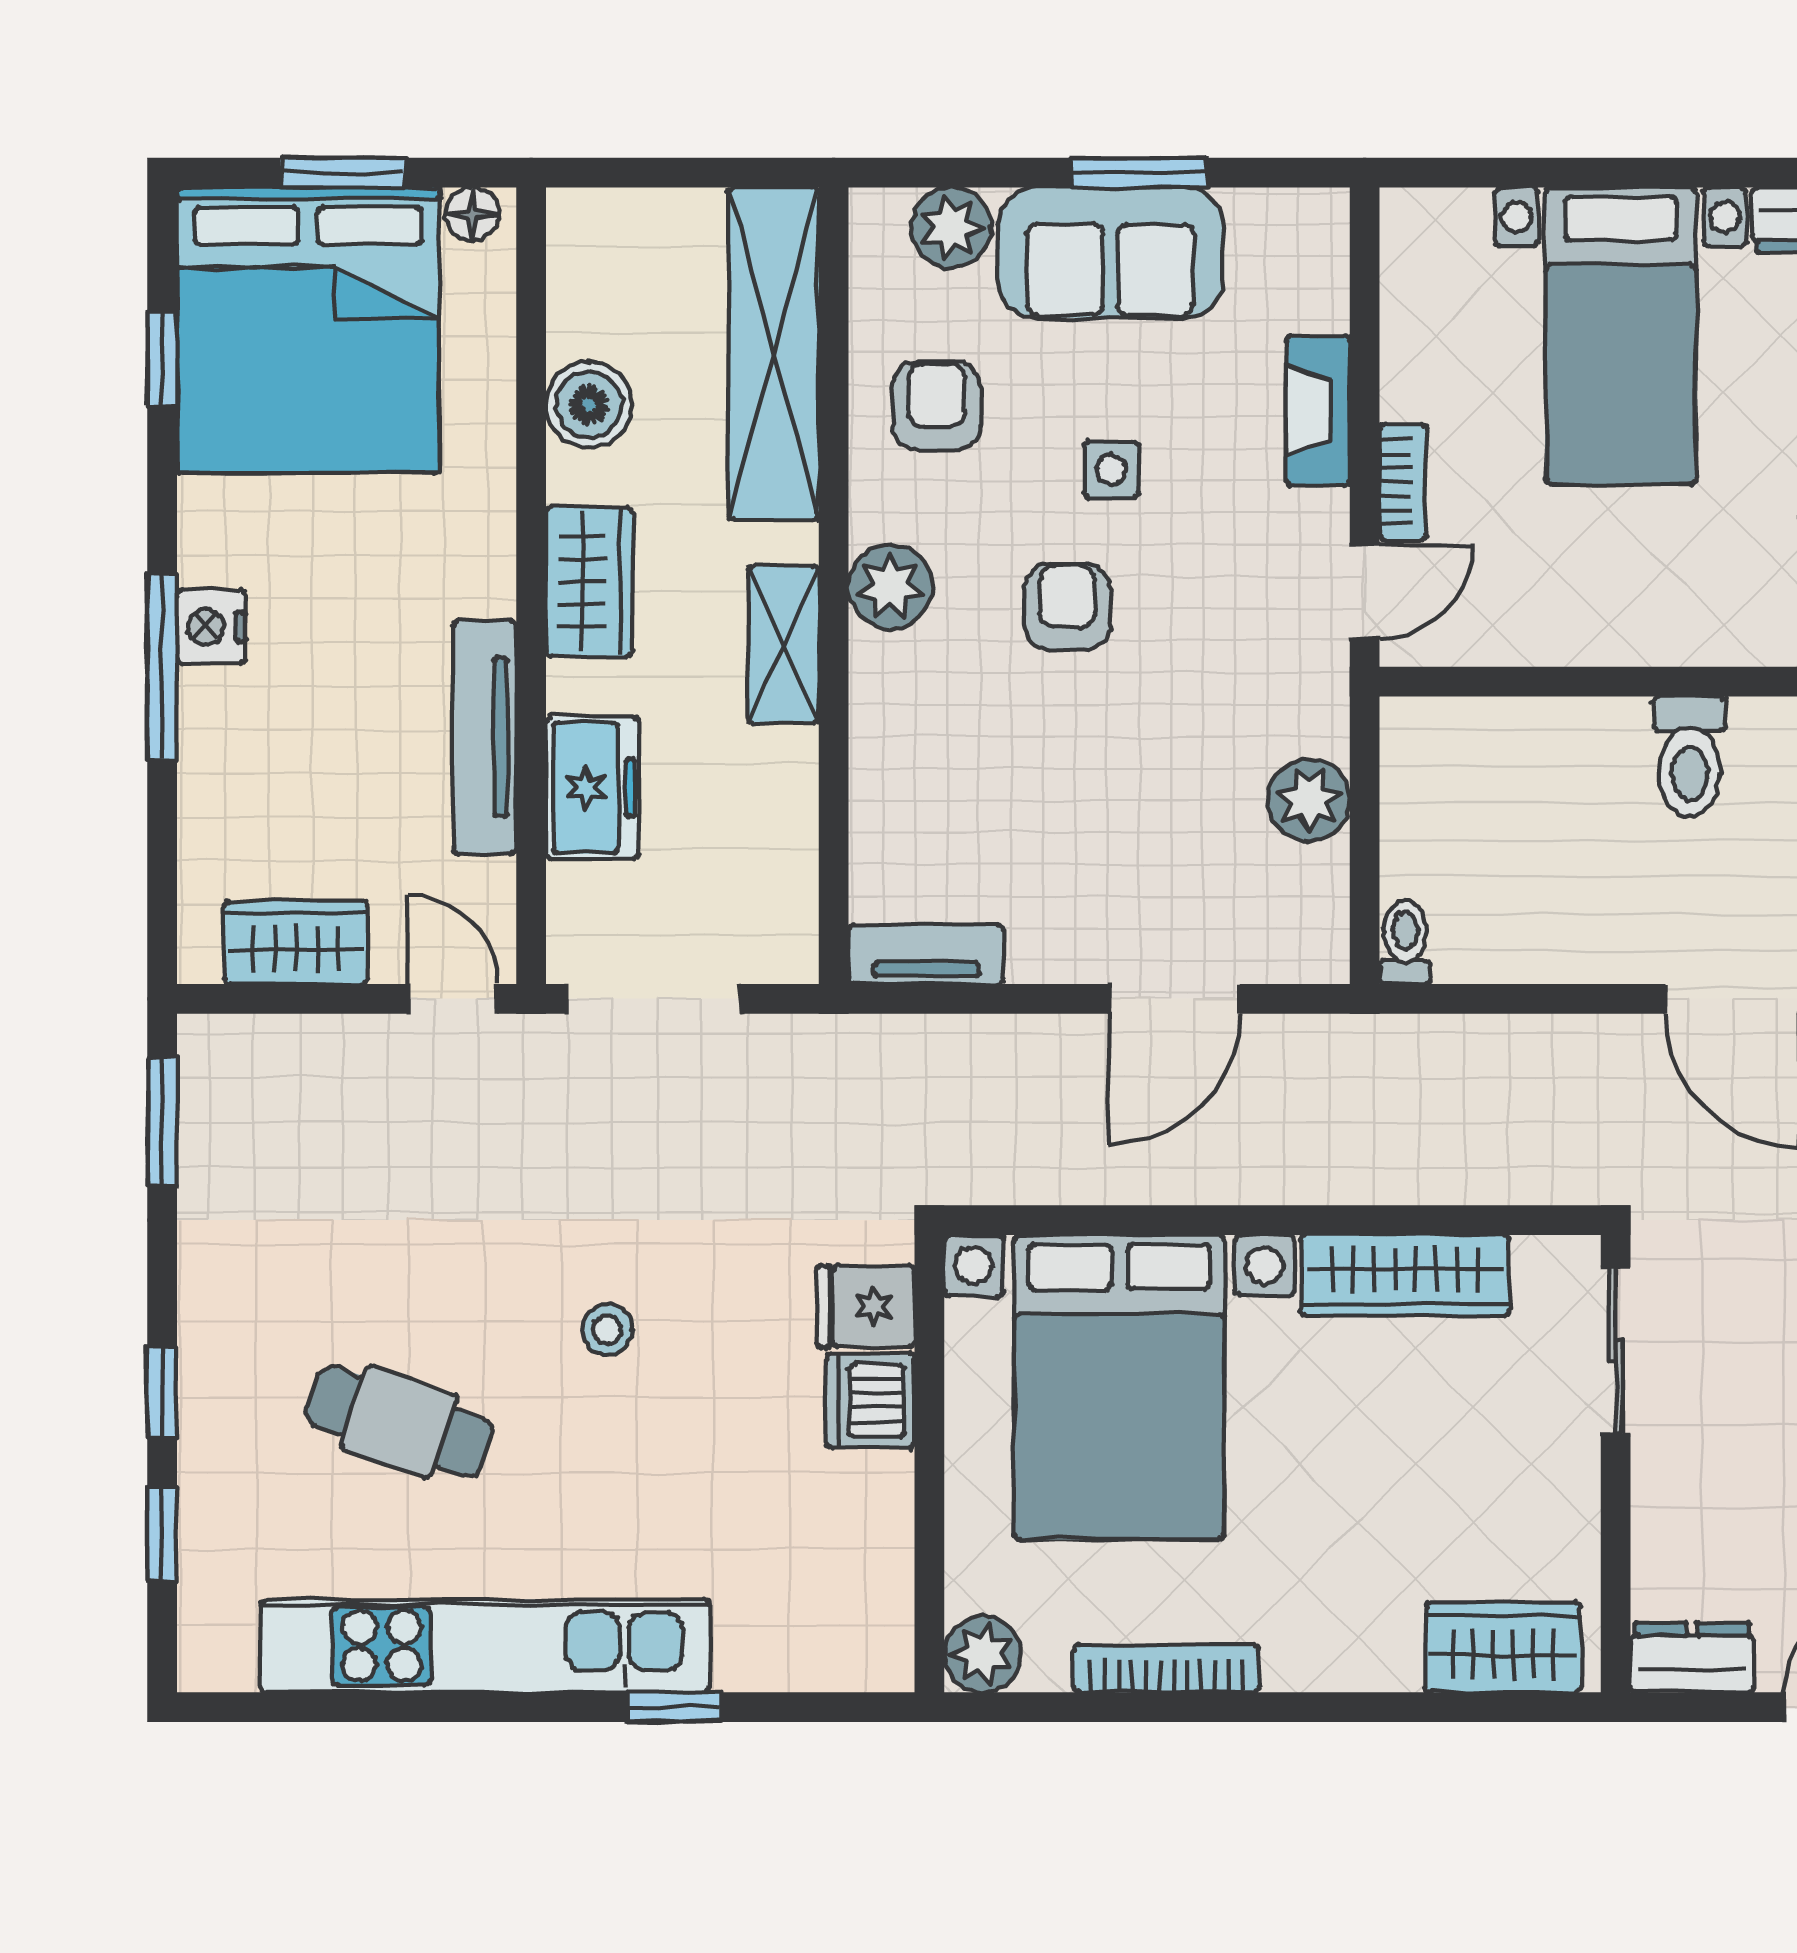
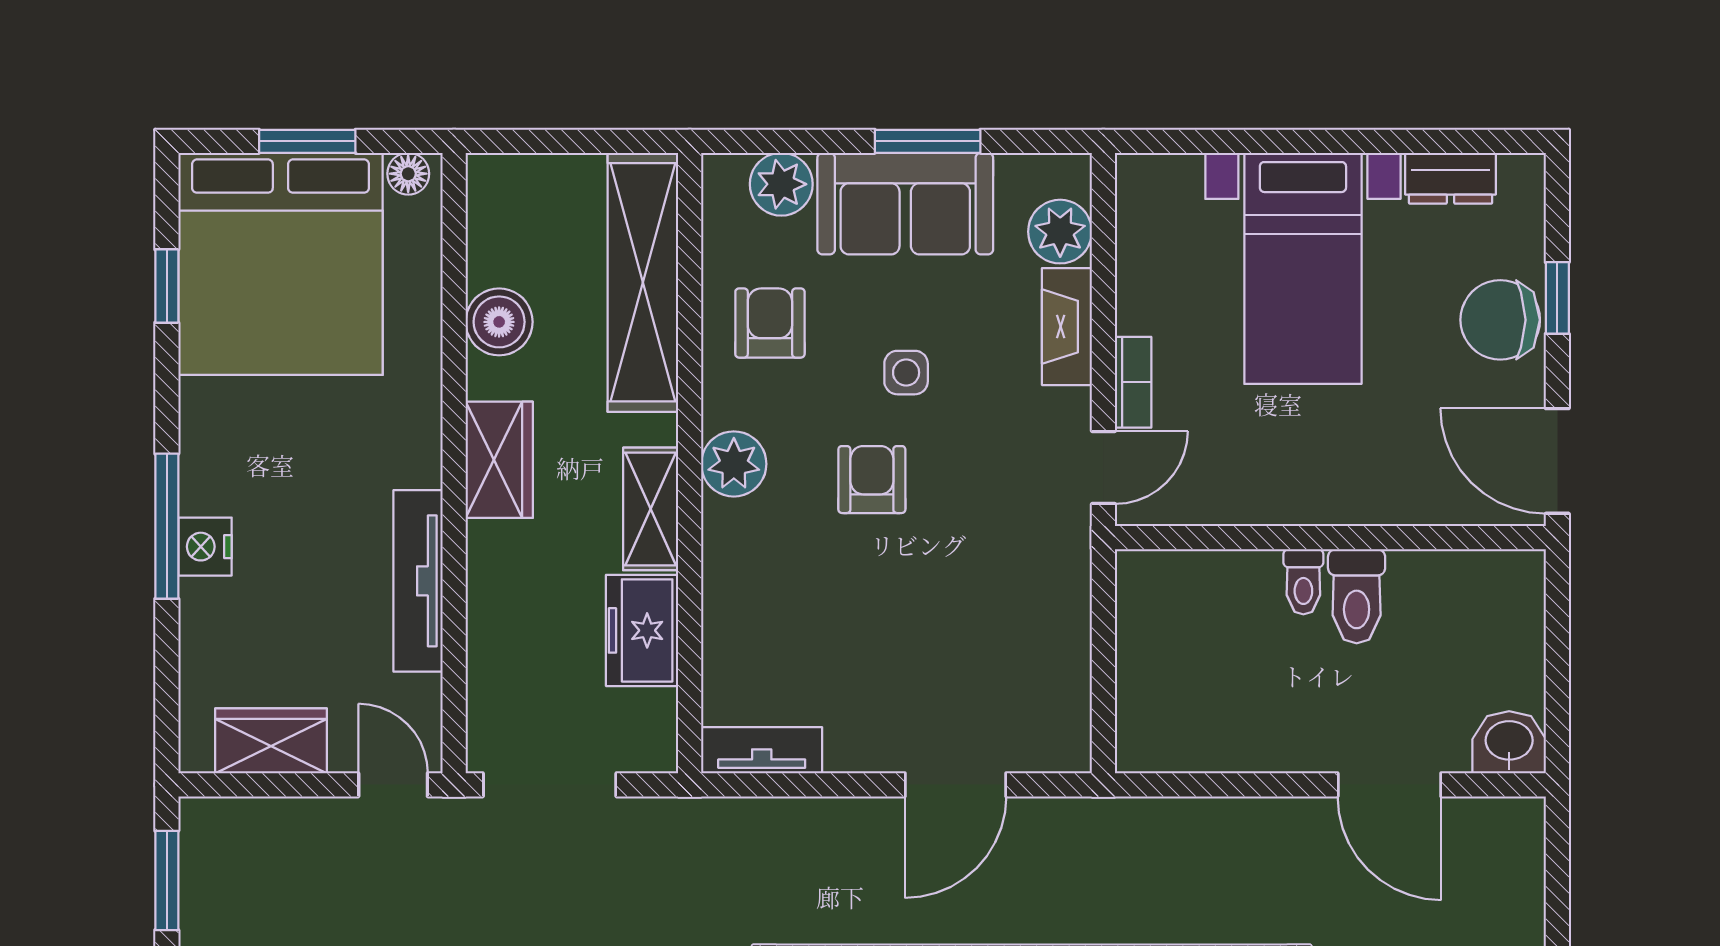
nightstand: (211, 627) -> (205, 547), moved
freezer: (592, 788) -> (642, 630), moved, turned 180
plant: (1309, 800) -> (1060, 232), moved
toilet: (1405, 942) -> (1303, 582), moved, turned 180

